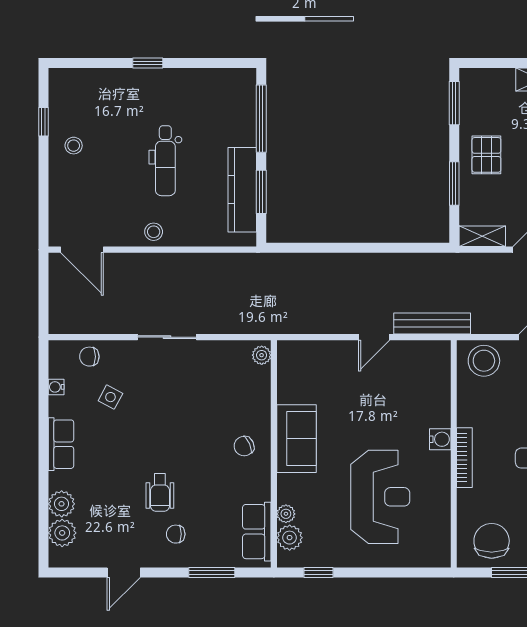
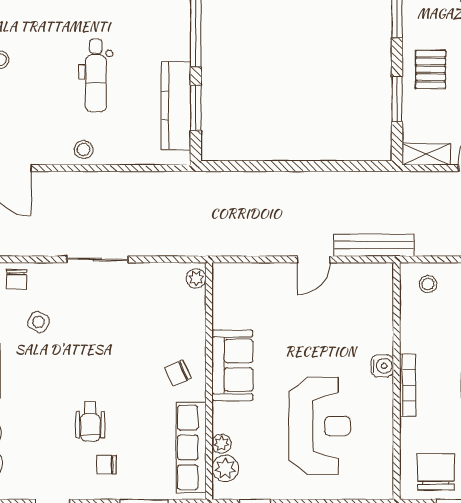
chair: (89, 357) -> (17, 280), turned -90
stool: (484, 361) -> (428, 284), width x0.53, depth x0.53
row of seats: (257, 532) -> (191, 447), width x1.48

